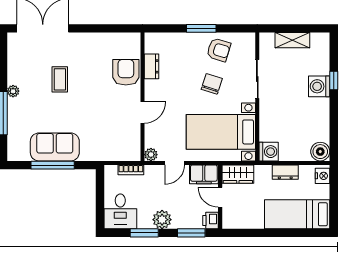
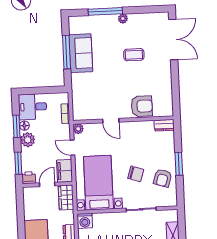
dresser: (152, 66) -> (164, 125), moved
floor lamp: (144, 223) -> (24, 126), added

